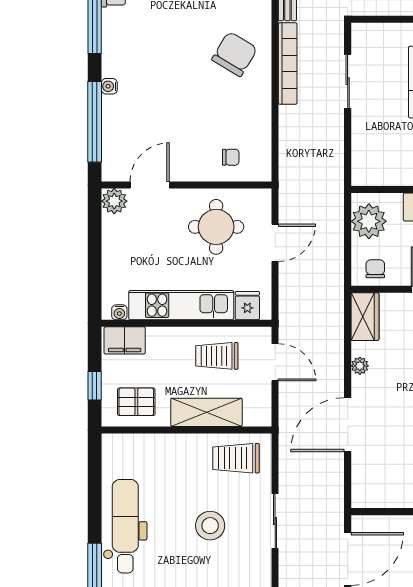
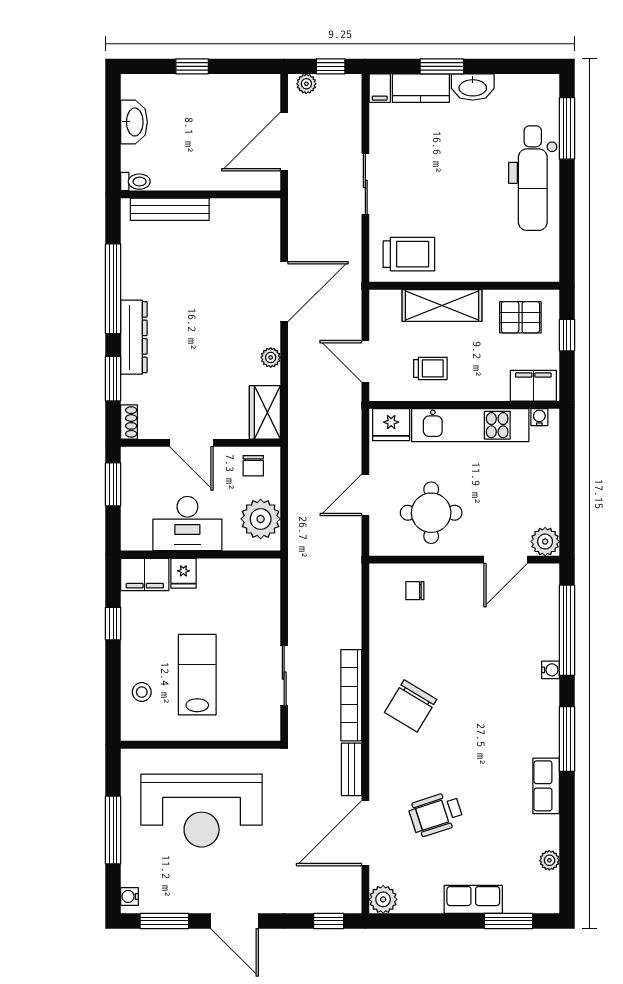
fridge: (247, 306) -> (391, 425), width x1.38
trolley: (217, 356) -> (430, 368), width x0.73, depth x0.72
stool: (210, 526) -> (438, 179), removed

